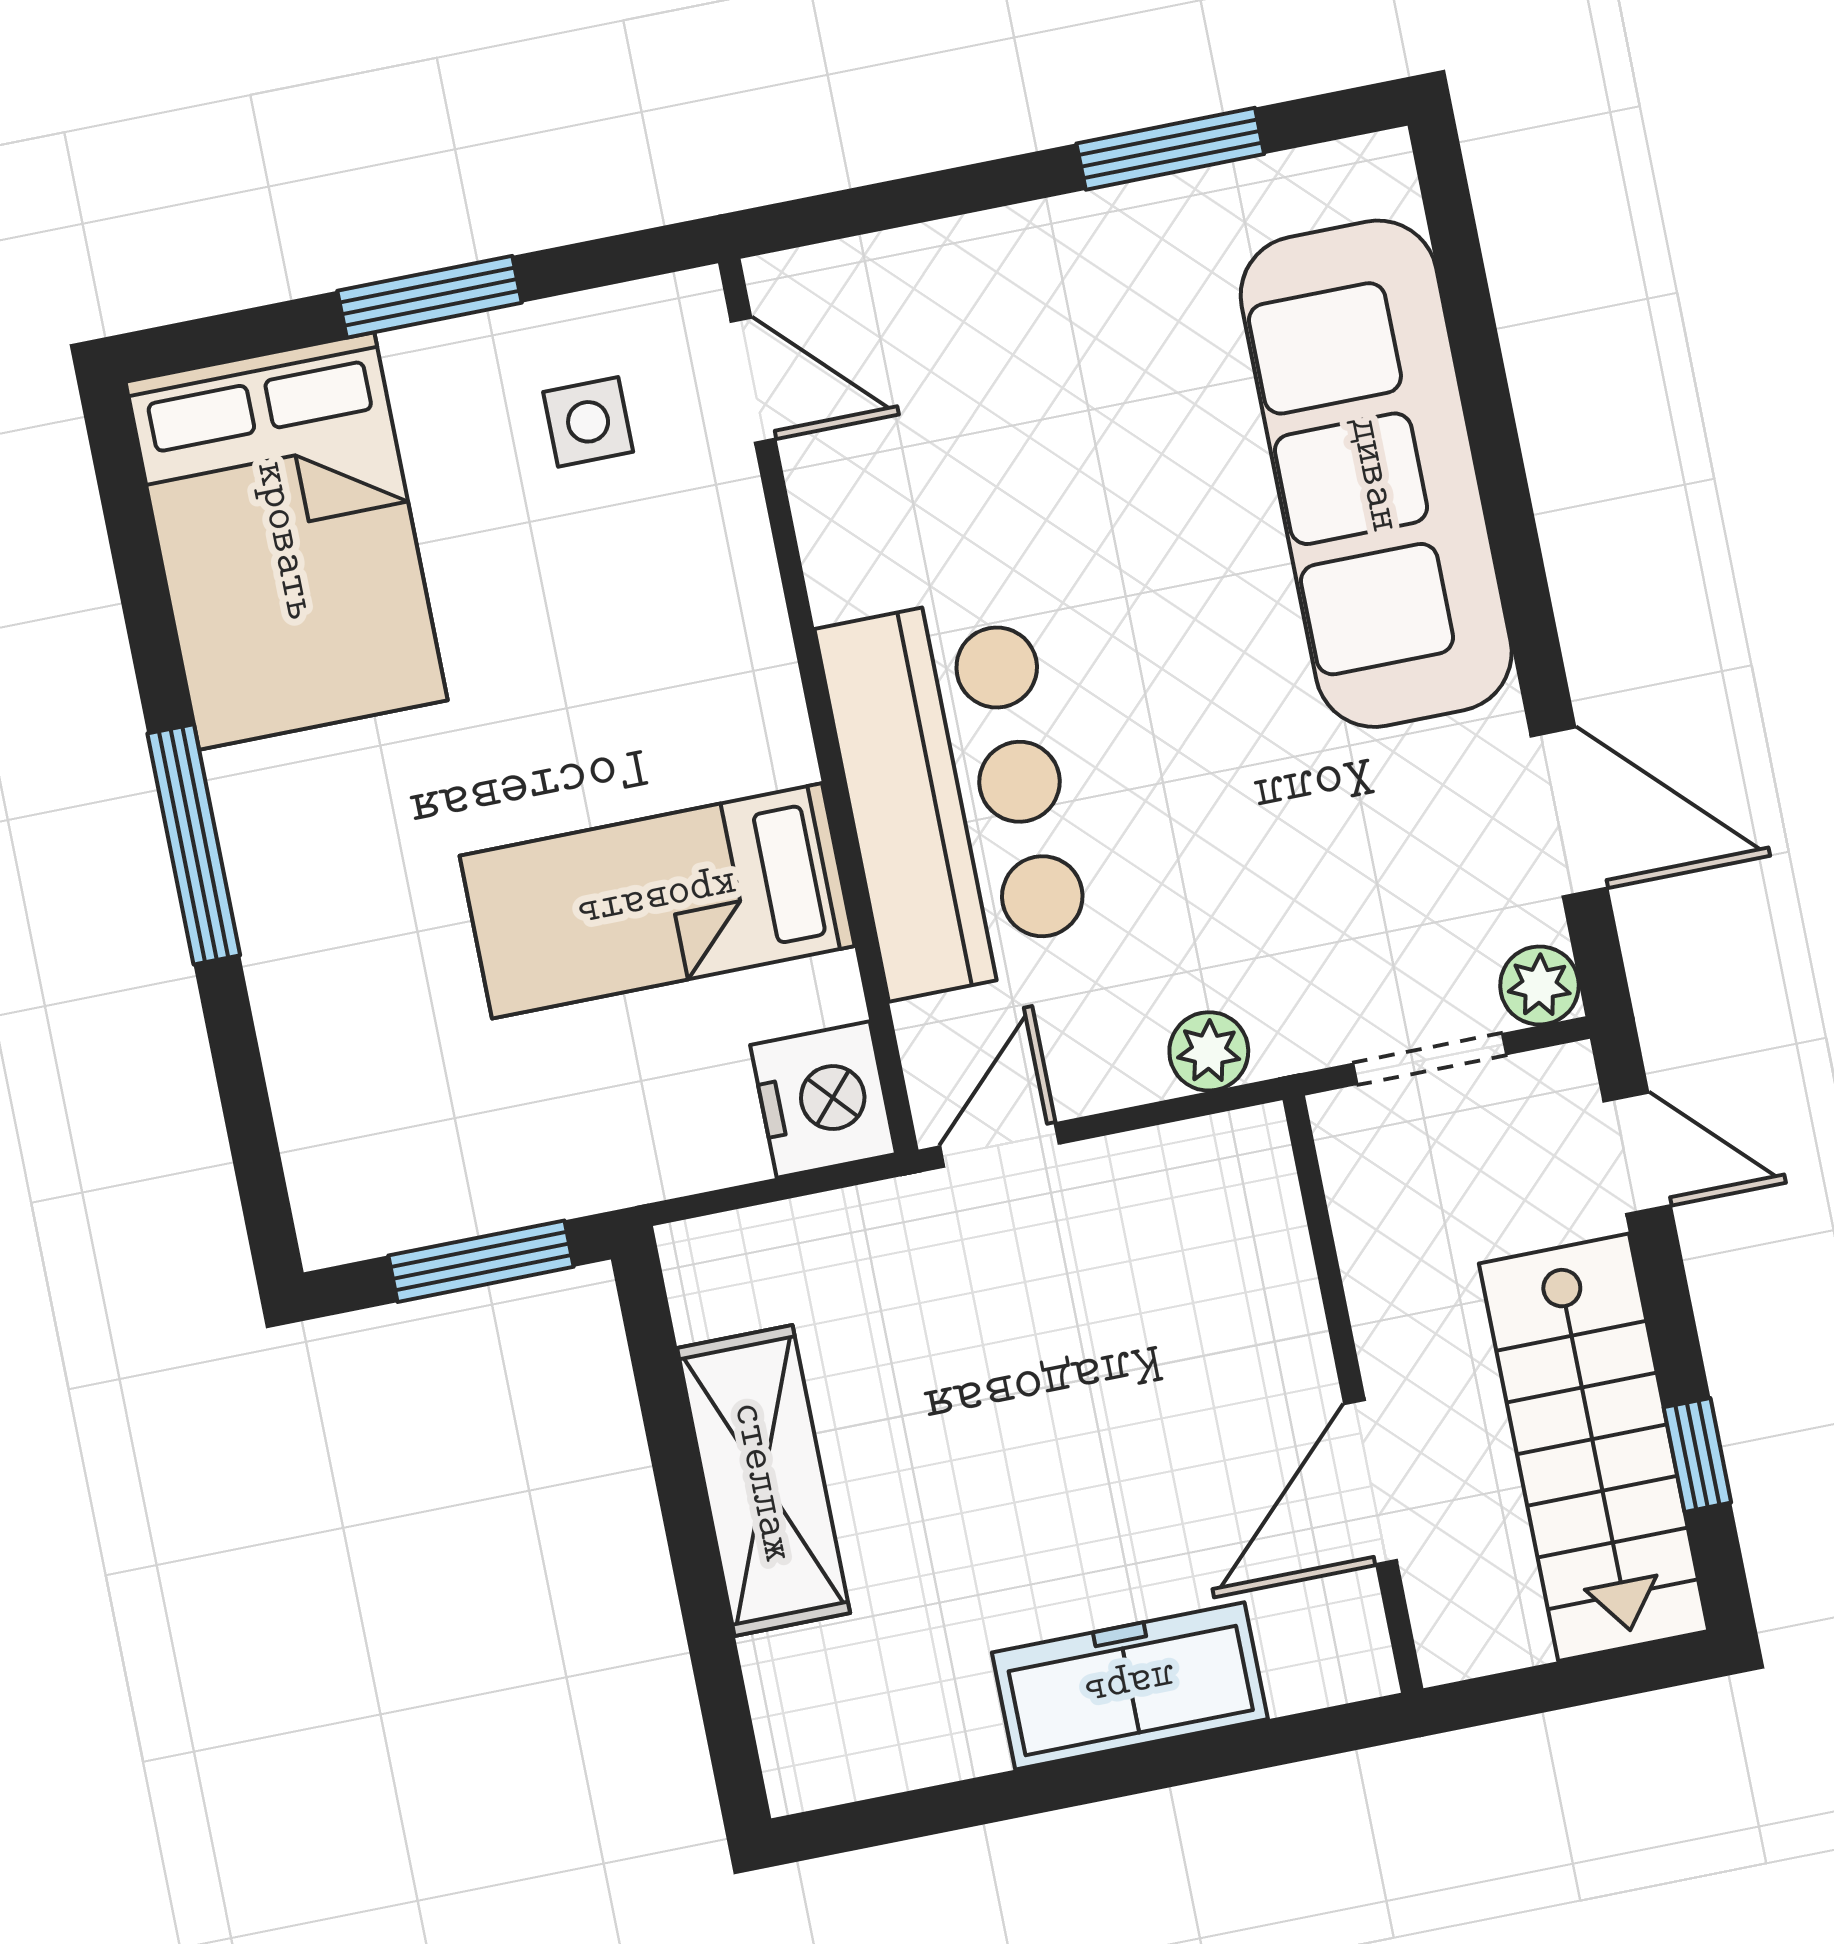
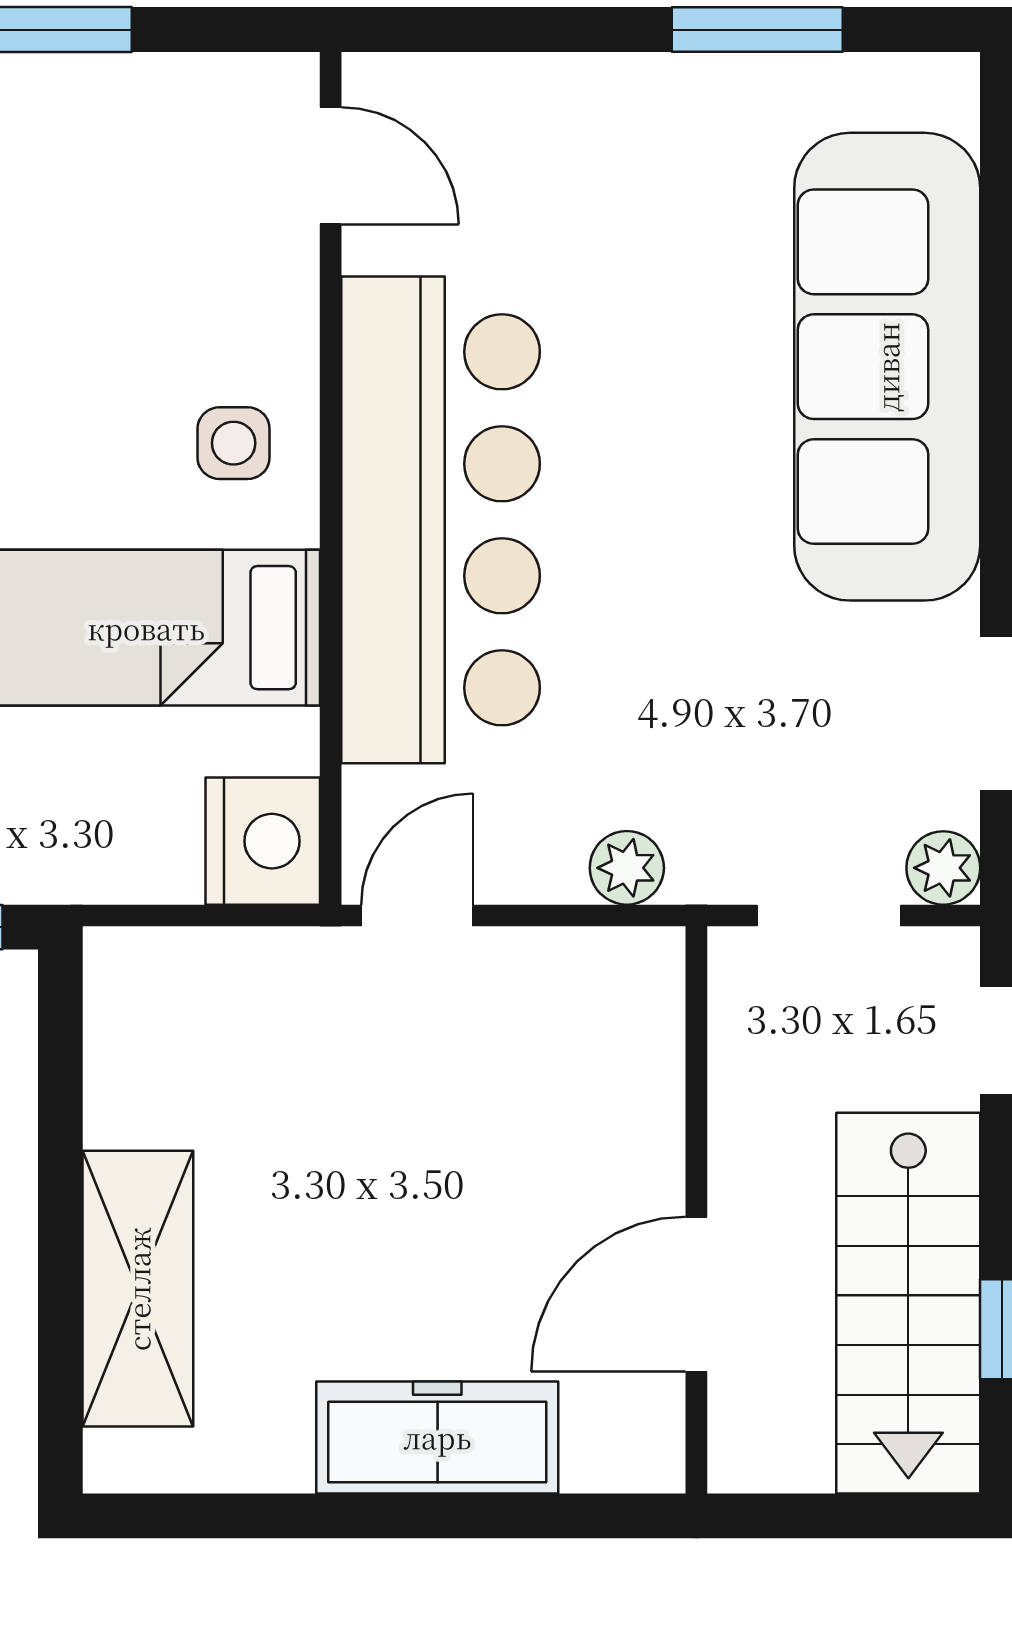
side table: (588, 422) -> (234, 443), moved
bar counter: (955, 795) -> (441, 520), width x1.36
shelving: (764, 1481) -> (138, 1289), moved

